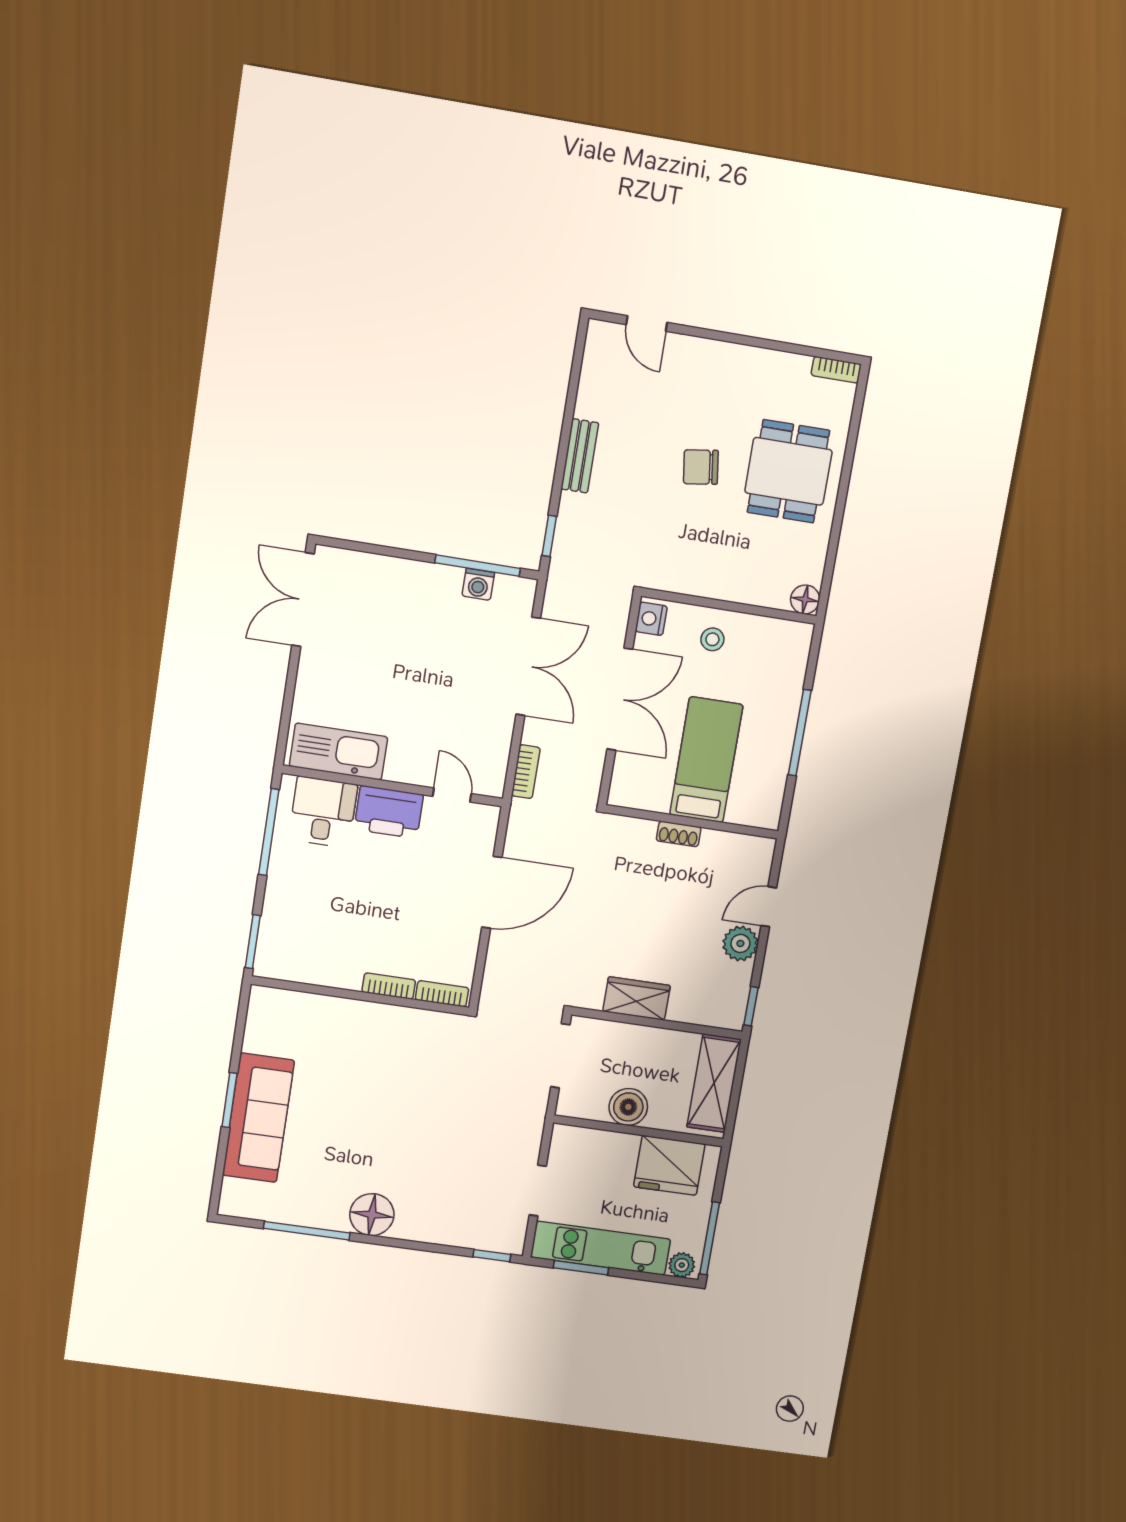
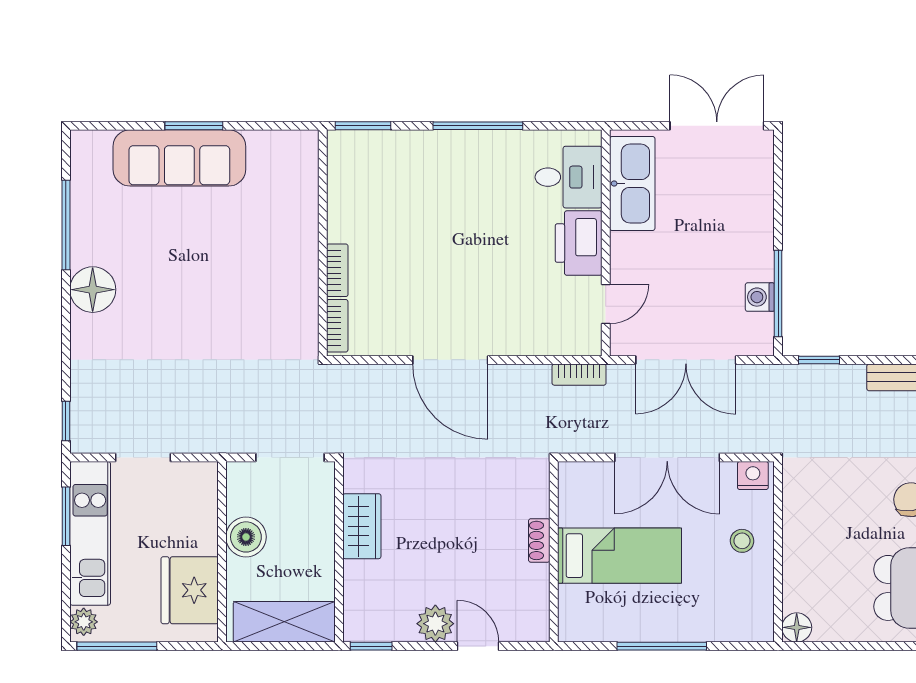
kitchen sink: (338, 751) -> (632, 183), moved
wall: (393, 786) -> (606, 243), moved
door: (452, 795) -> (606, 304), moved
desk: (323, 812) -> (568, 177), moved
printer: (389, 812) -> (579, 243), moved

